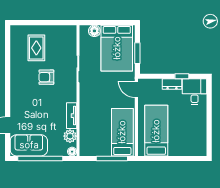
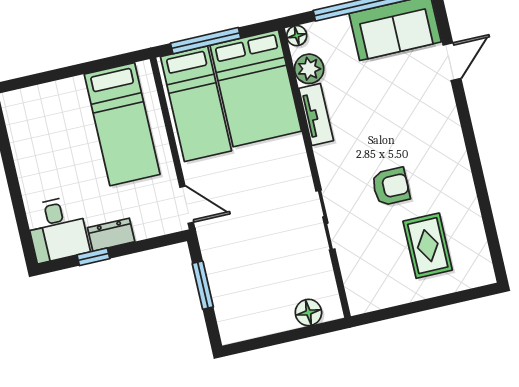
bed: (117, 48) -> (256, 88), moved, turned 180

